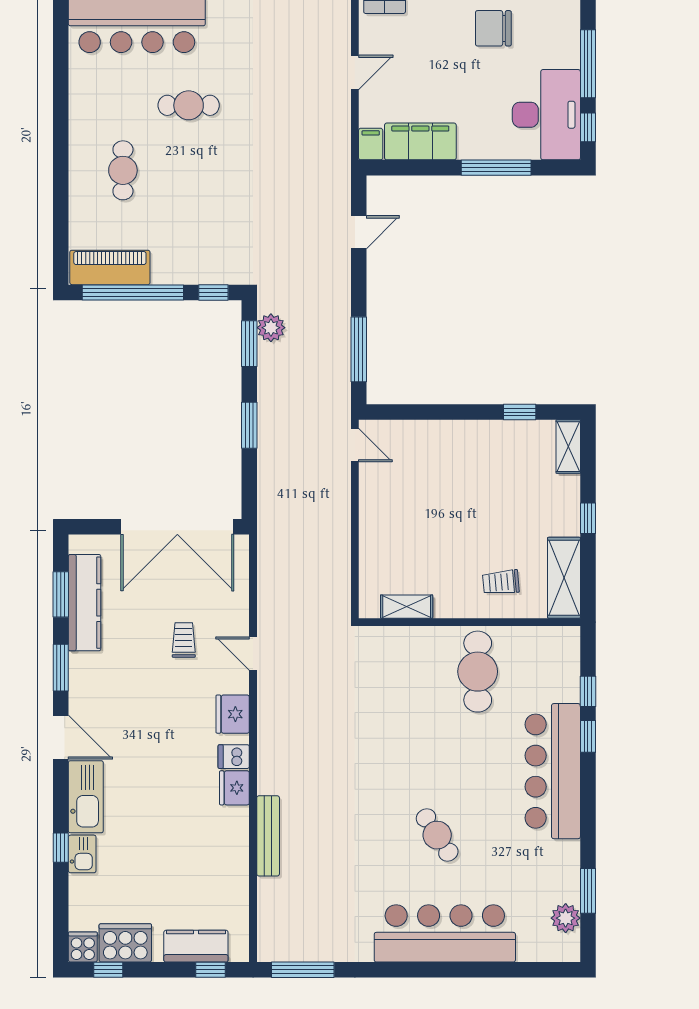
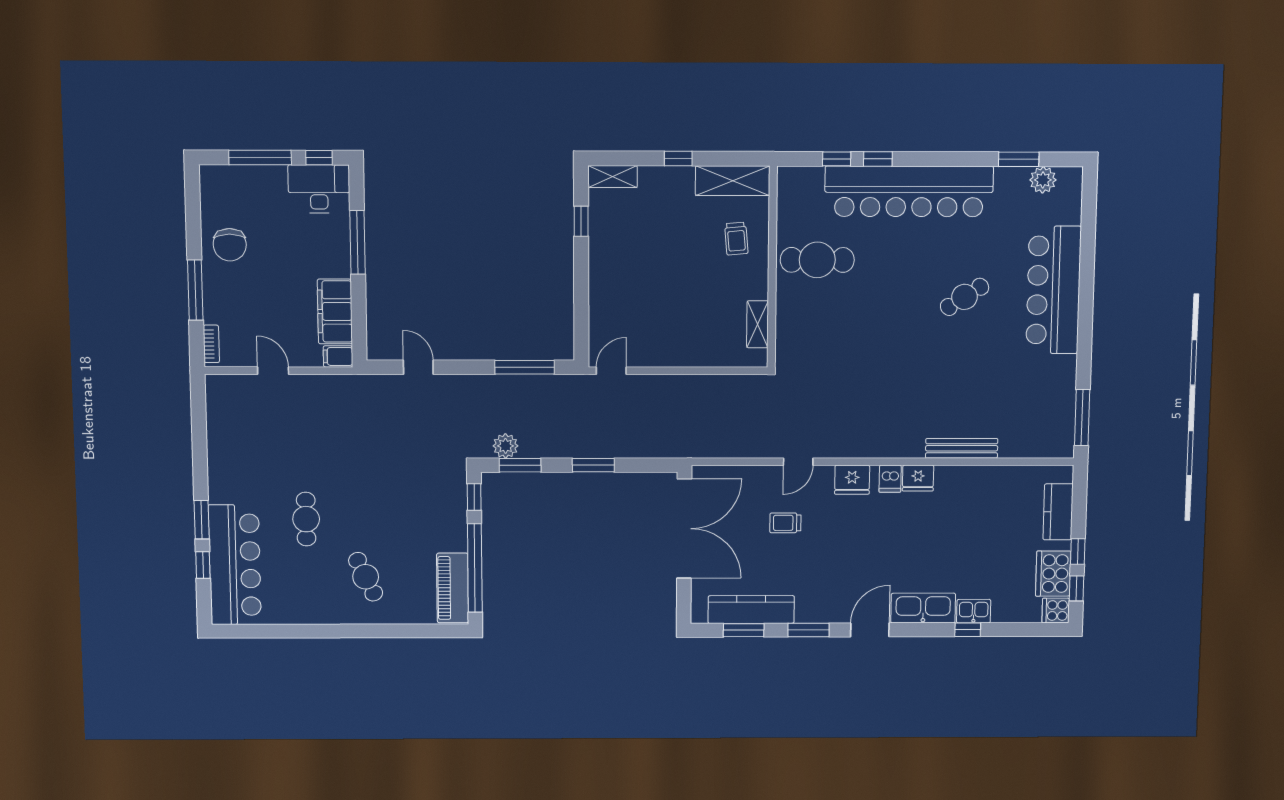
desk: (546, 115) -> (319, 189), width x0.73, depth x0.77
cafe table: (123, 170) -> (366, 577), turned 65
bar counter: (553, 771) -> (909, 191), width x1.36
window: (210, 970) -> (1078, 551), moved

